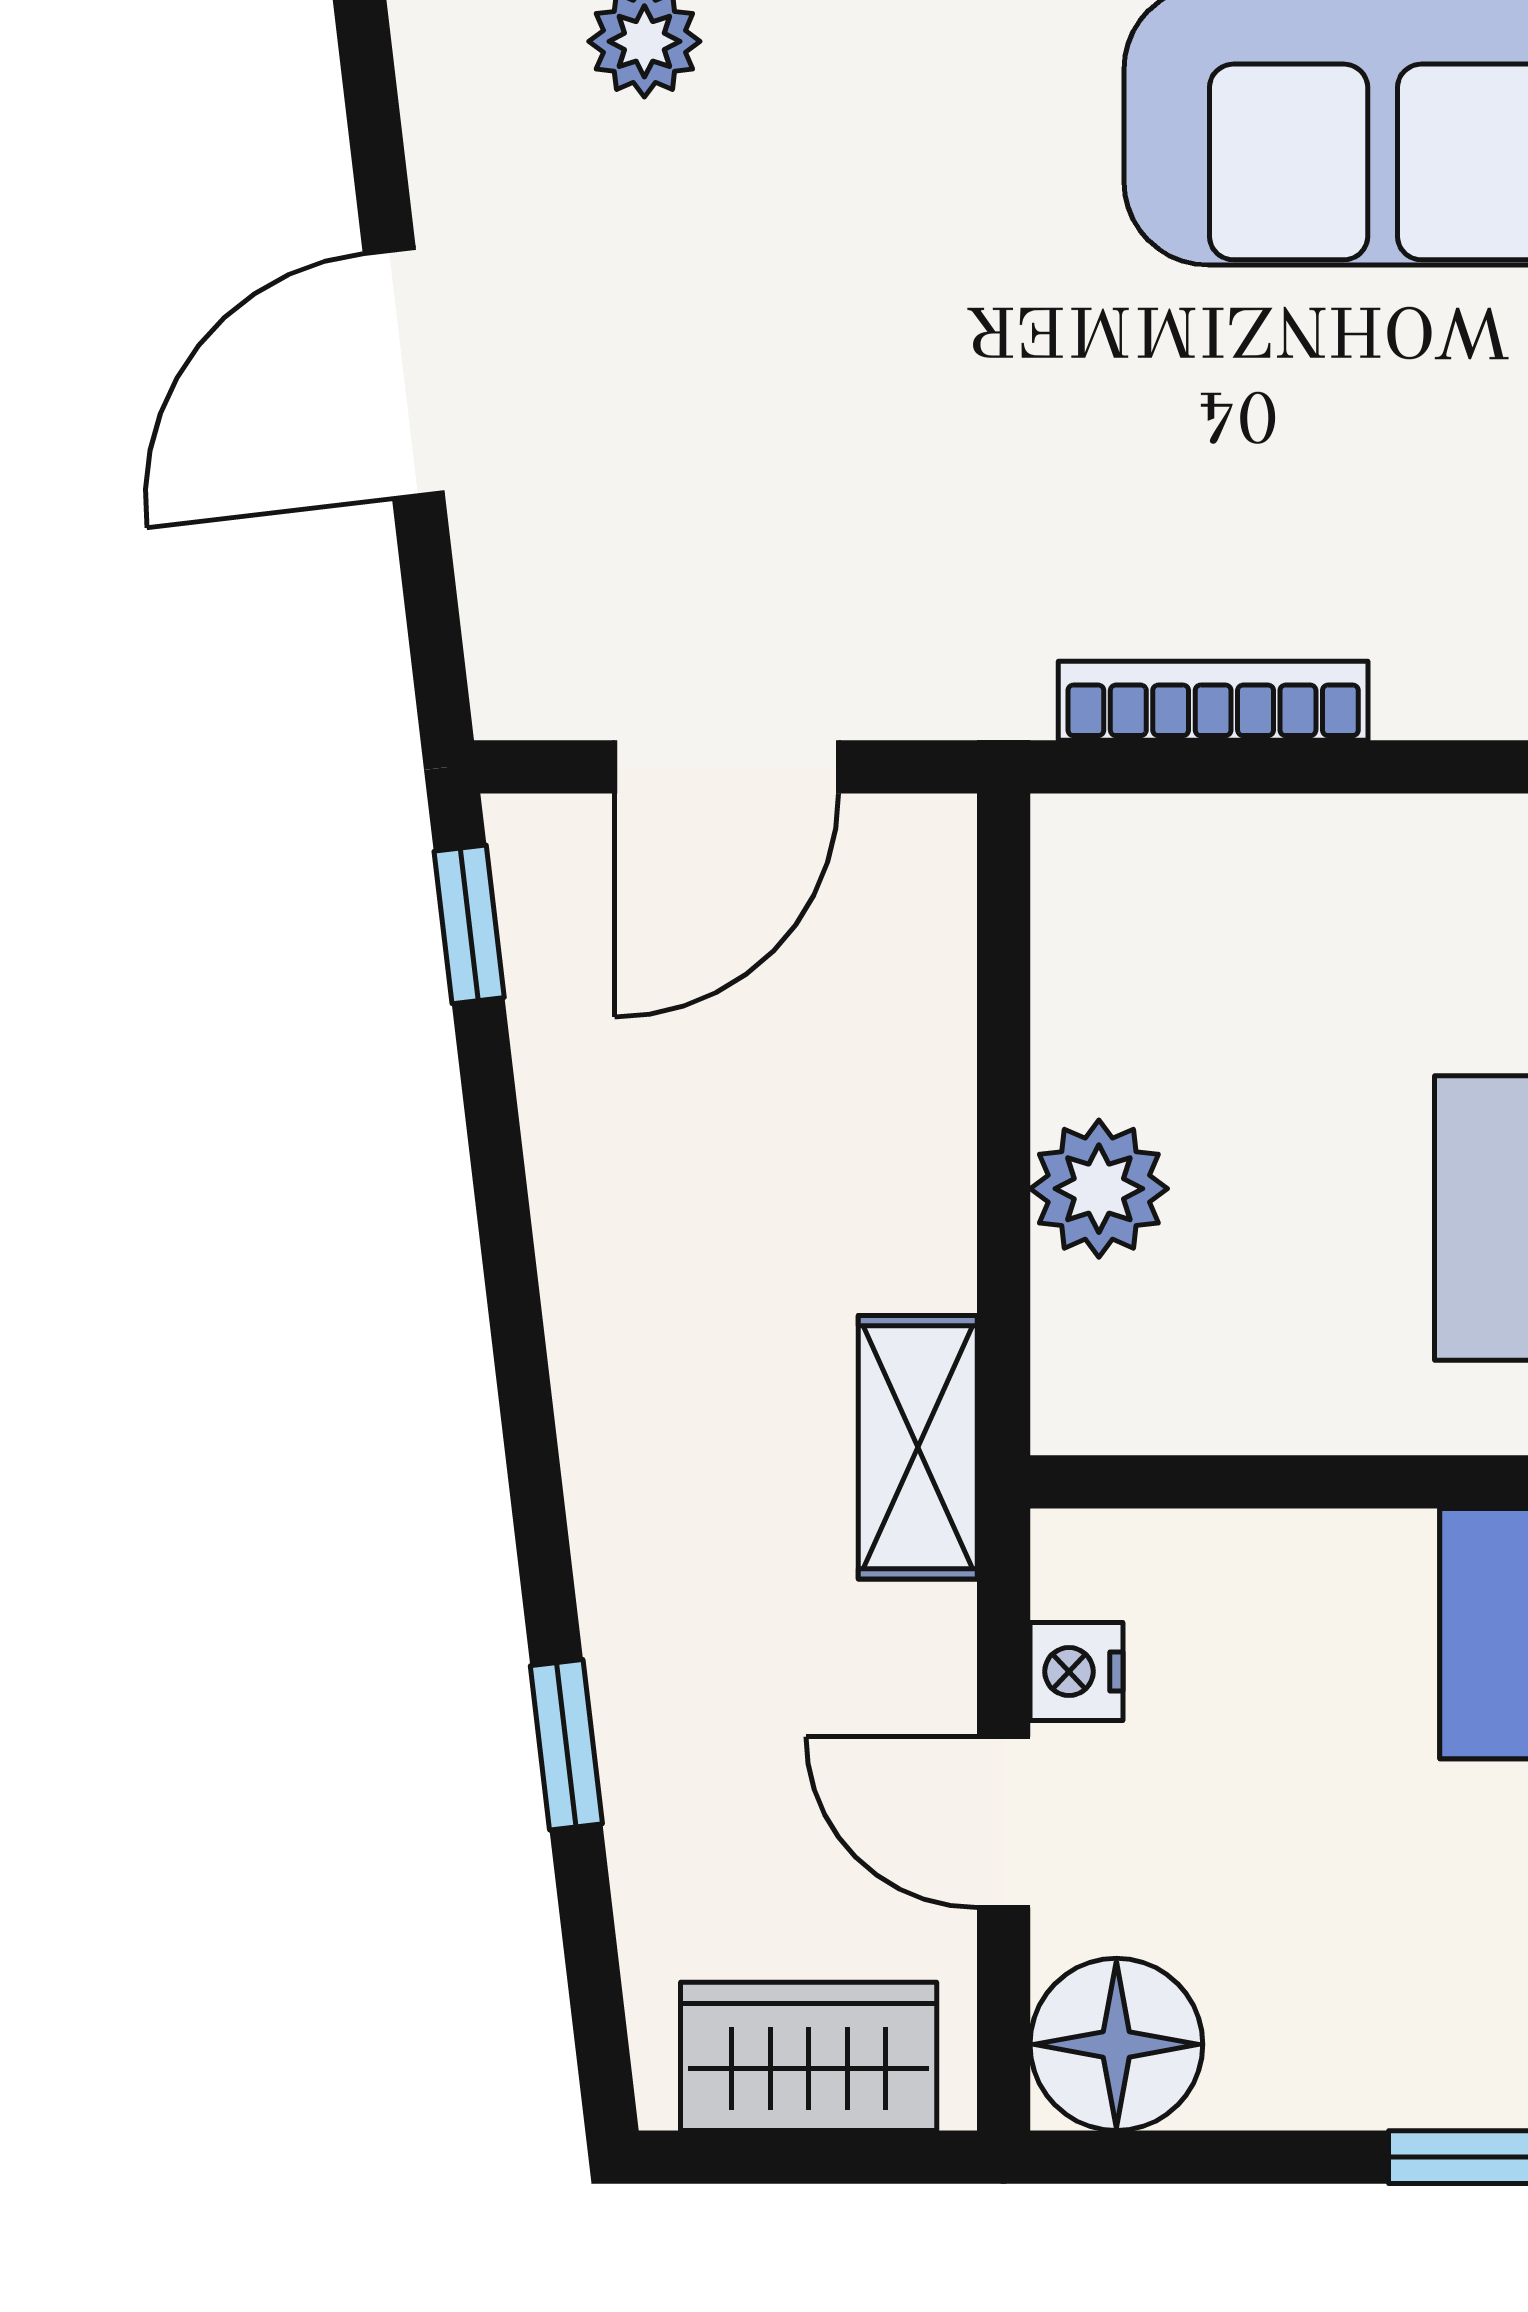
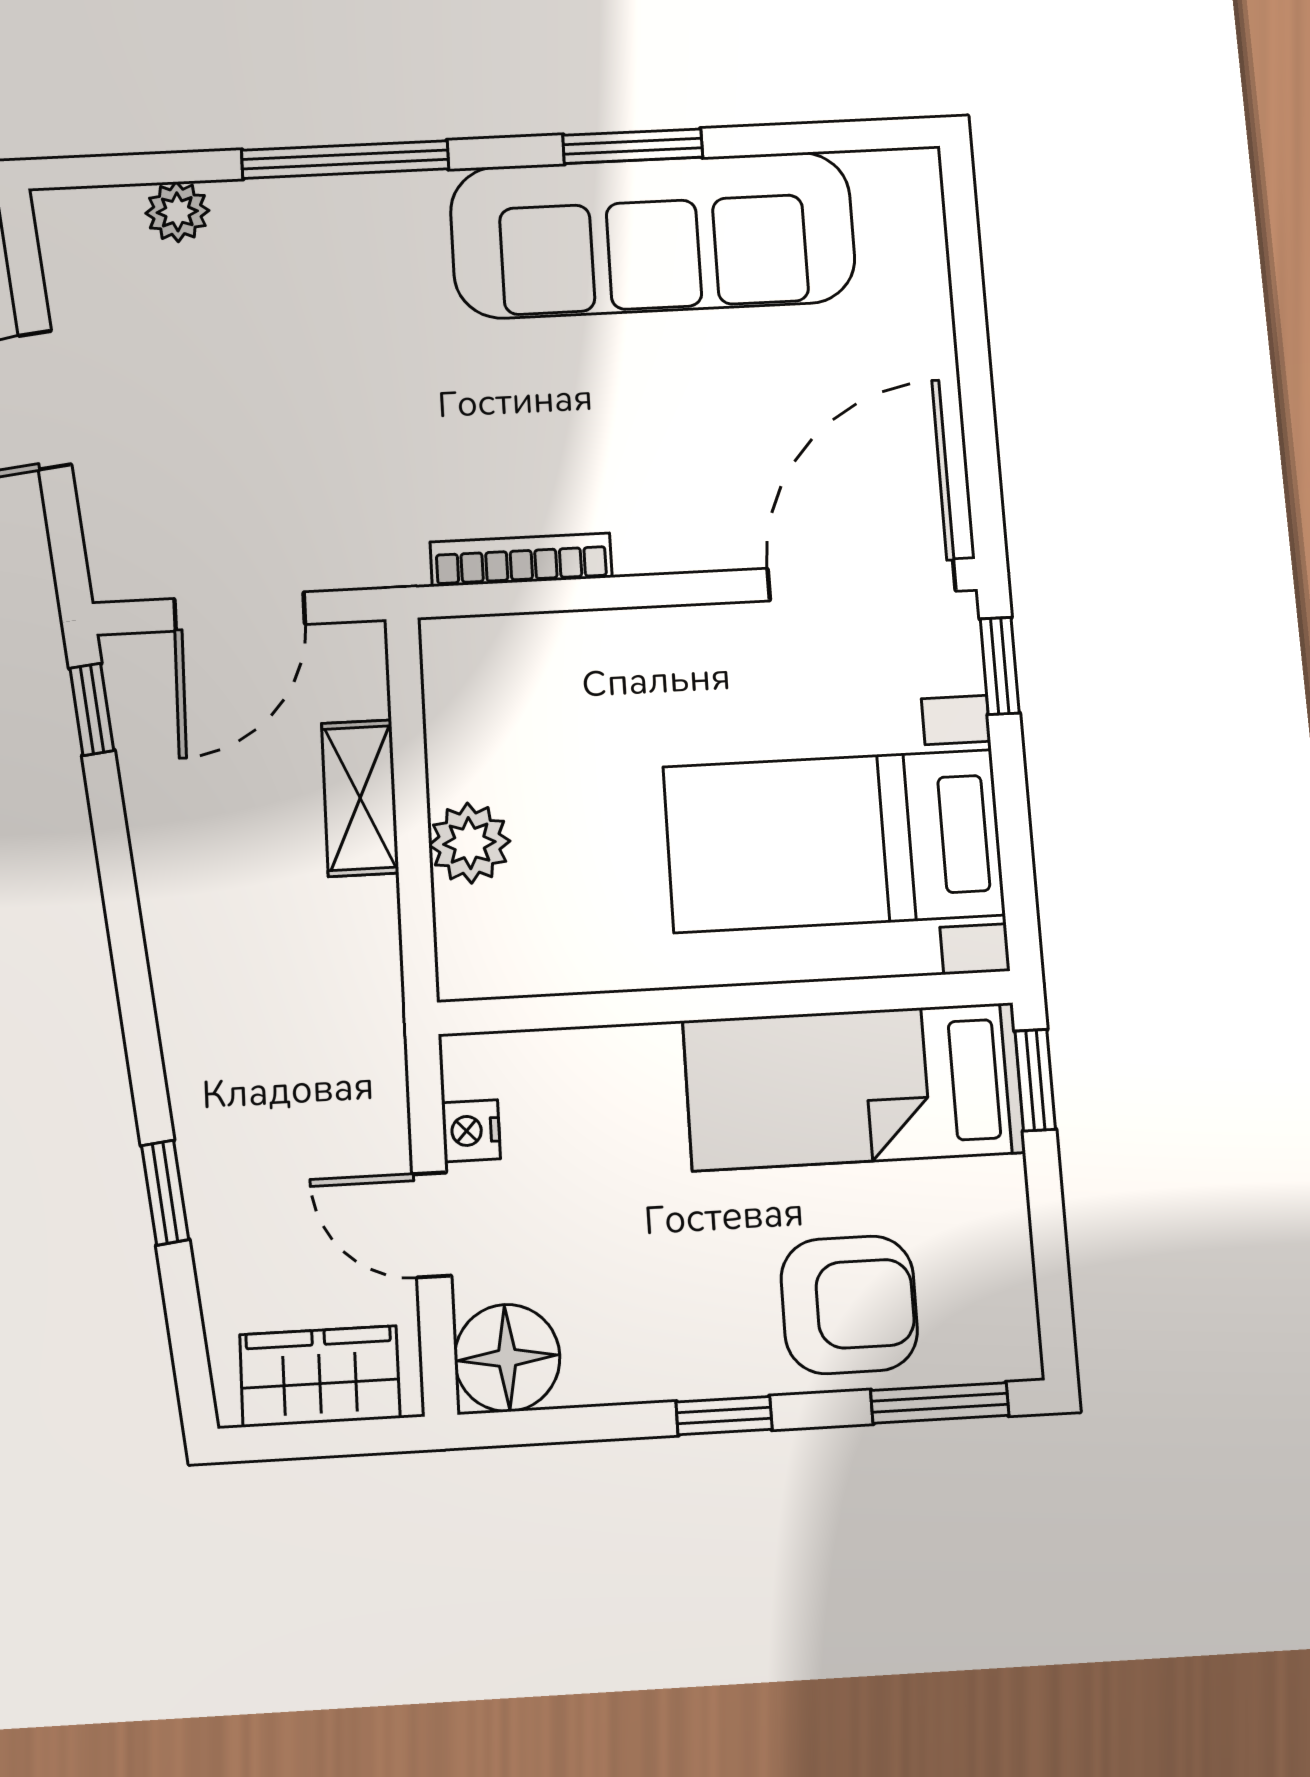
shelving: (918, 1447) -> (360, 798), moved

